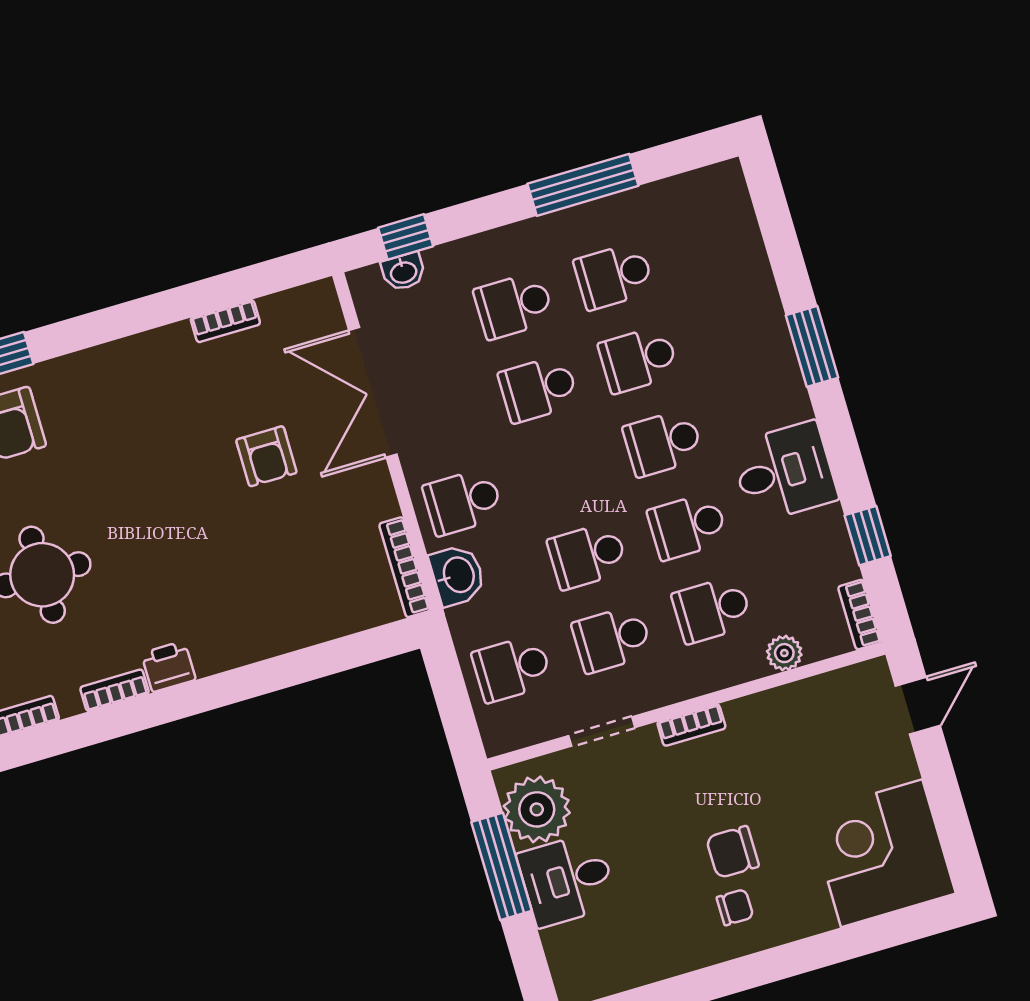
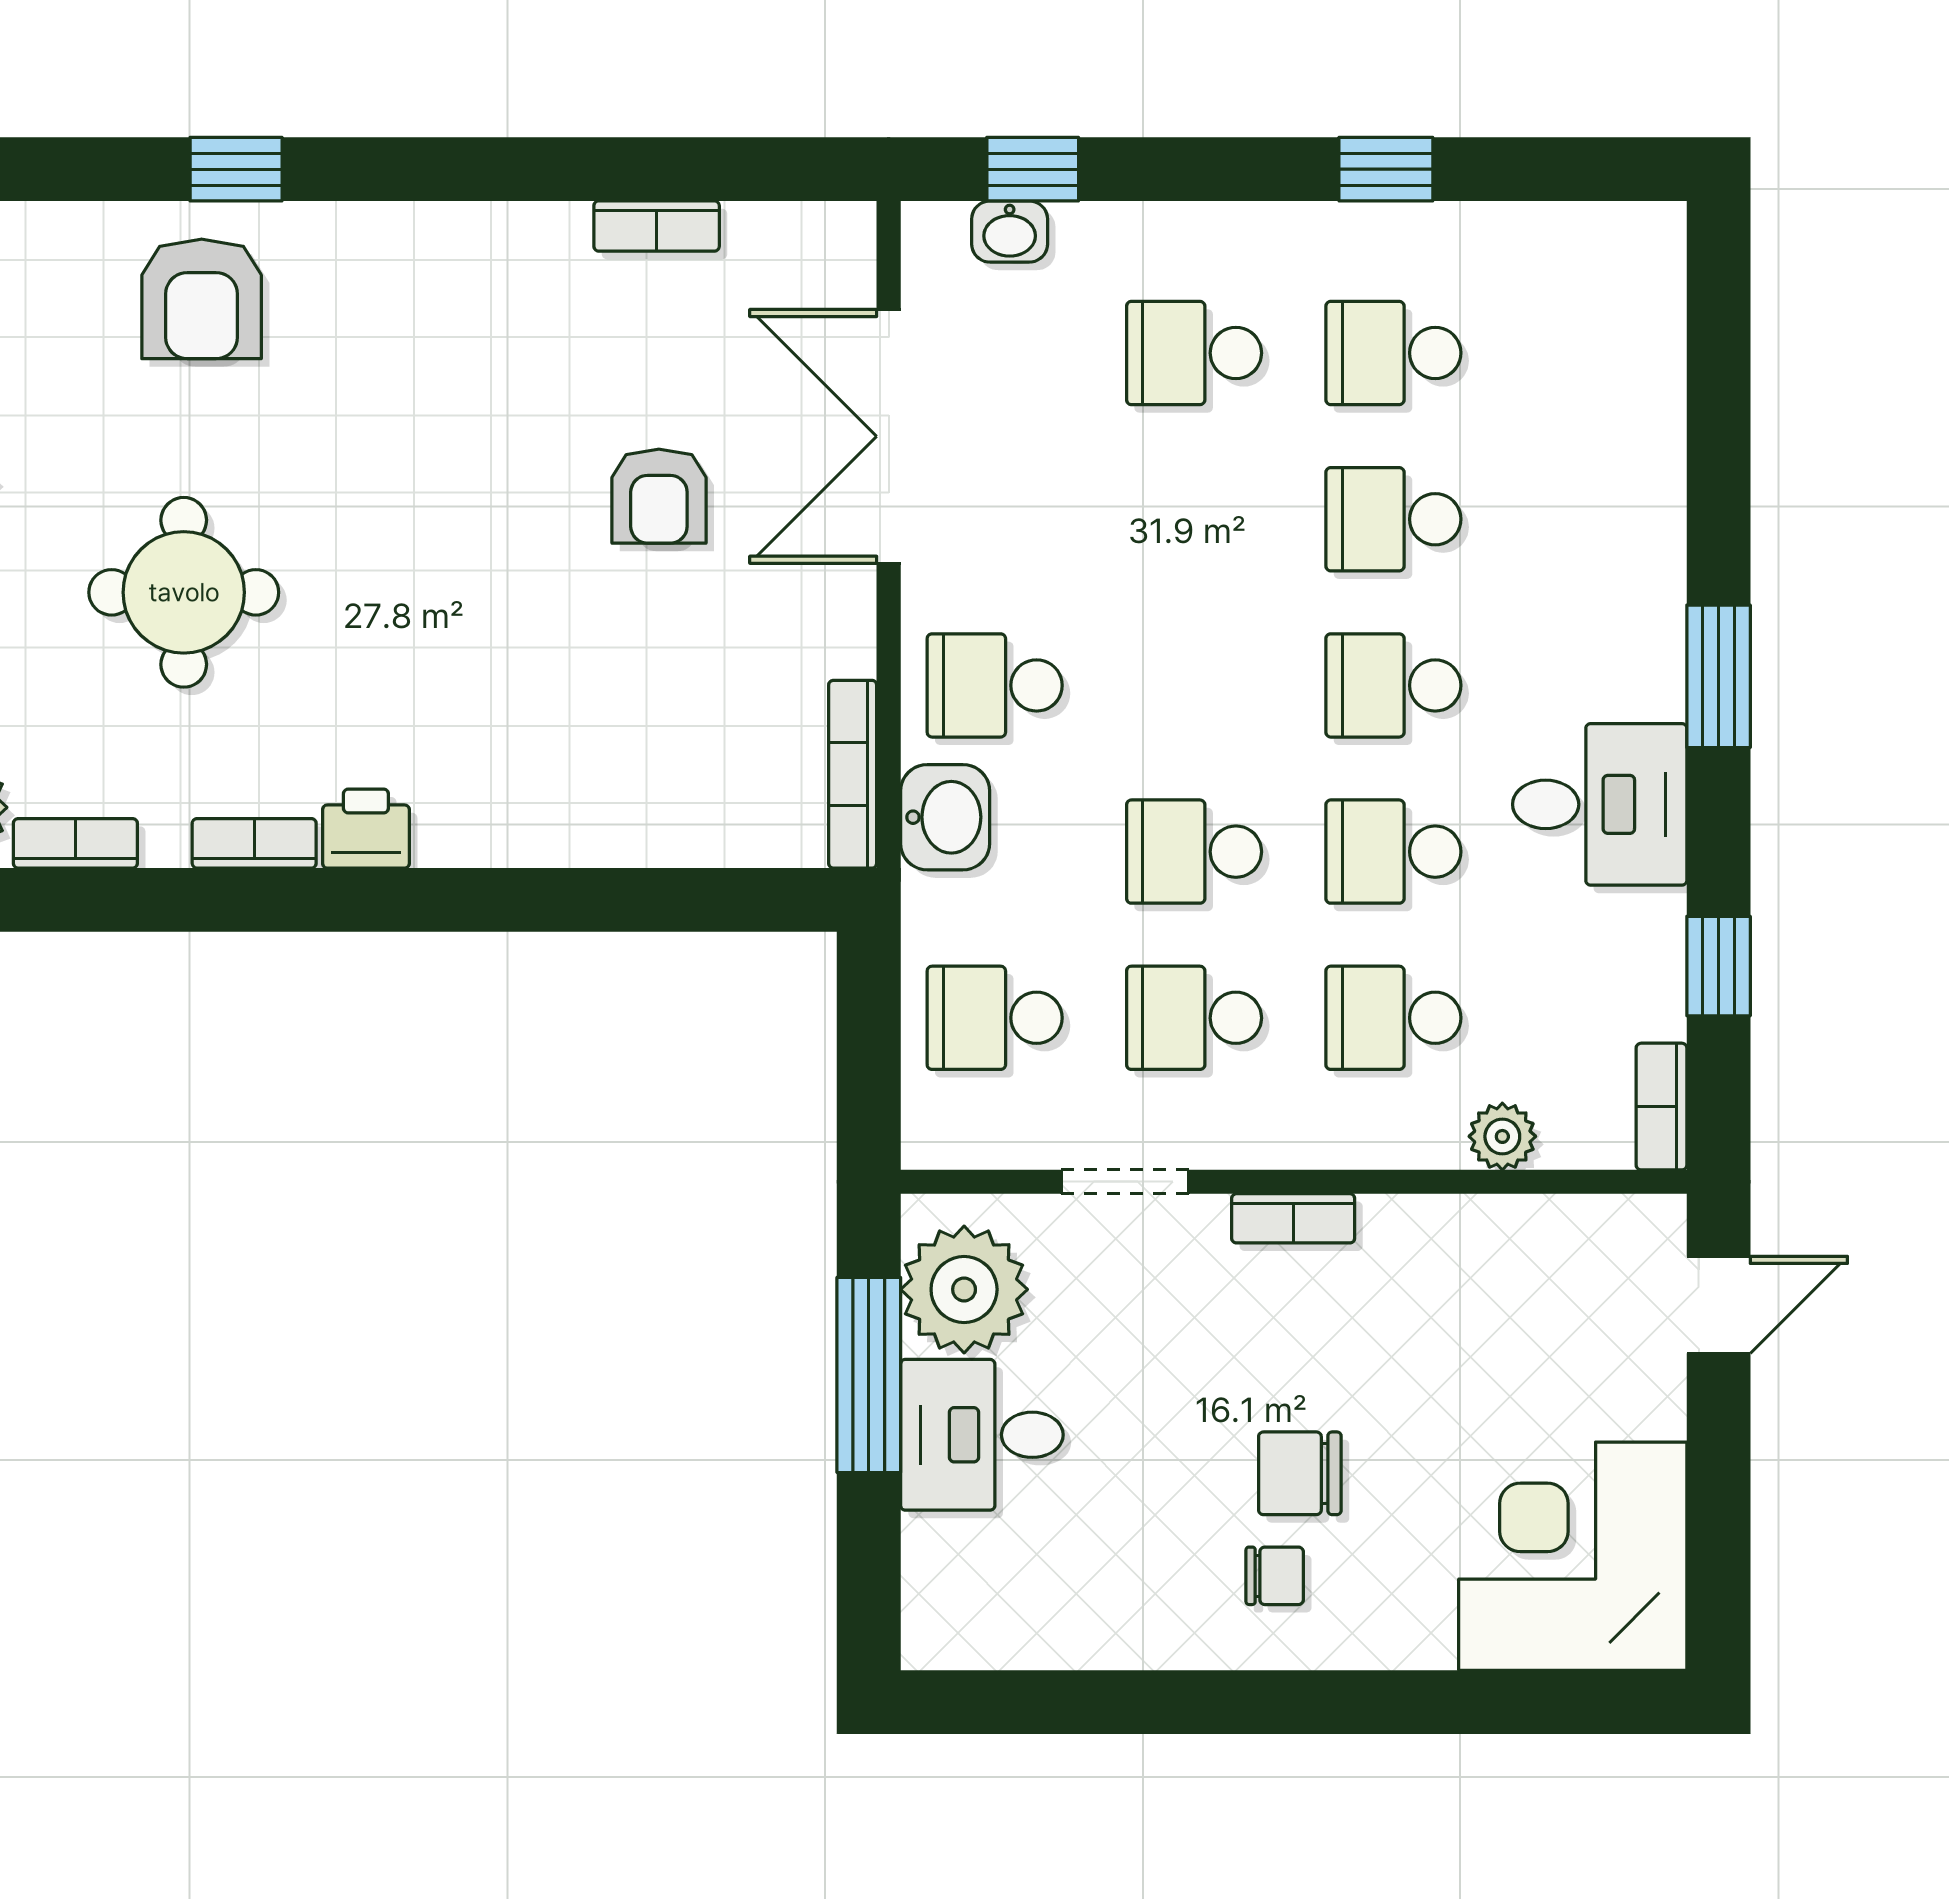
window: (583, 185) -> (1386, 169), width x0.46
window: (812, 346) -> (1719, 676), moved
school desk: (538, 389) -> (1194, 519), removed

